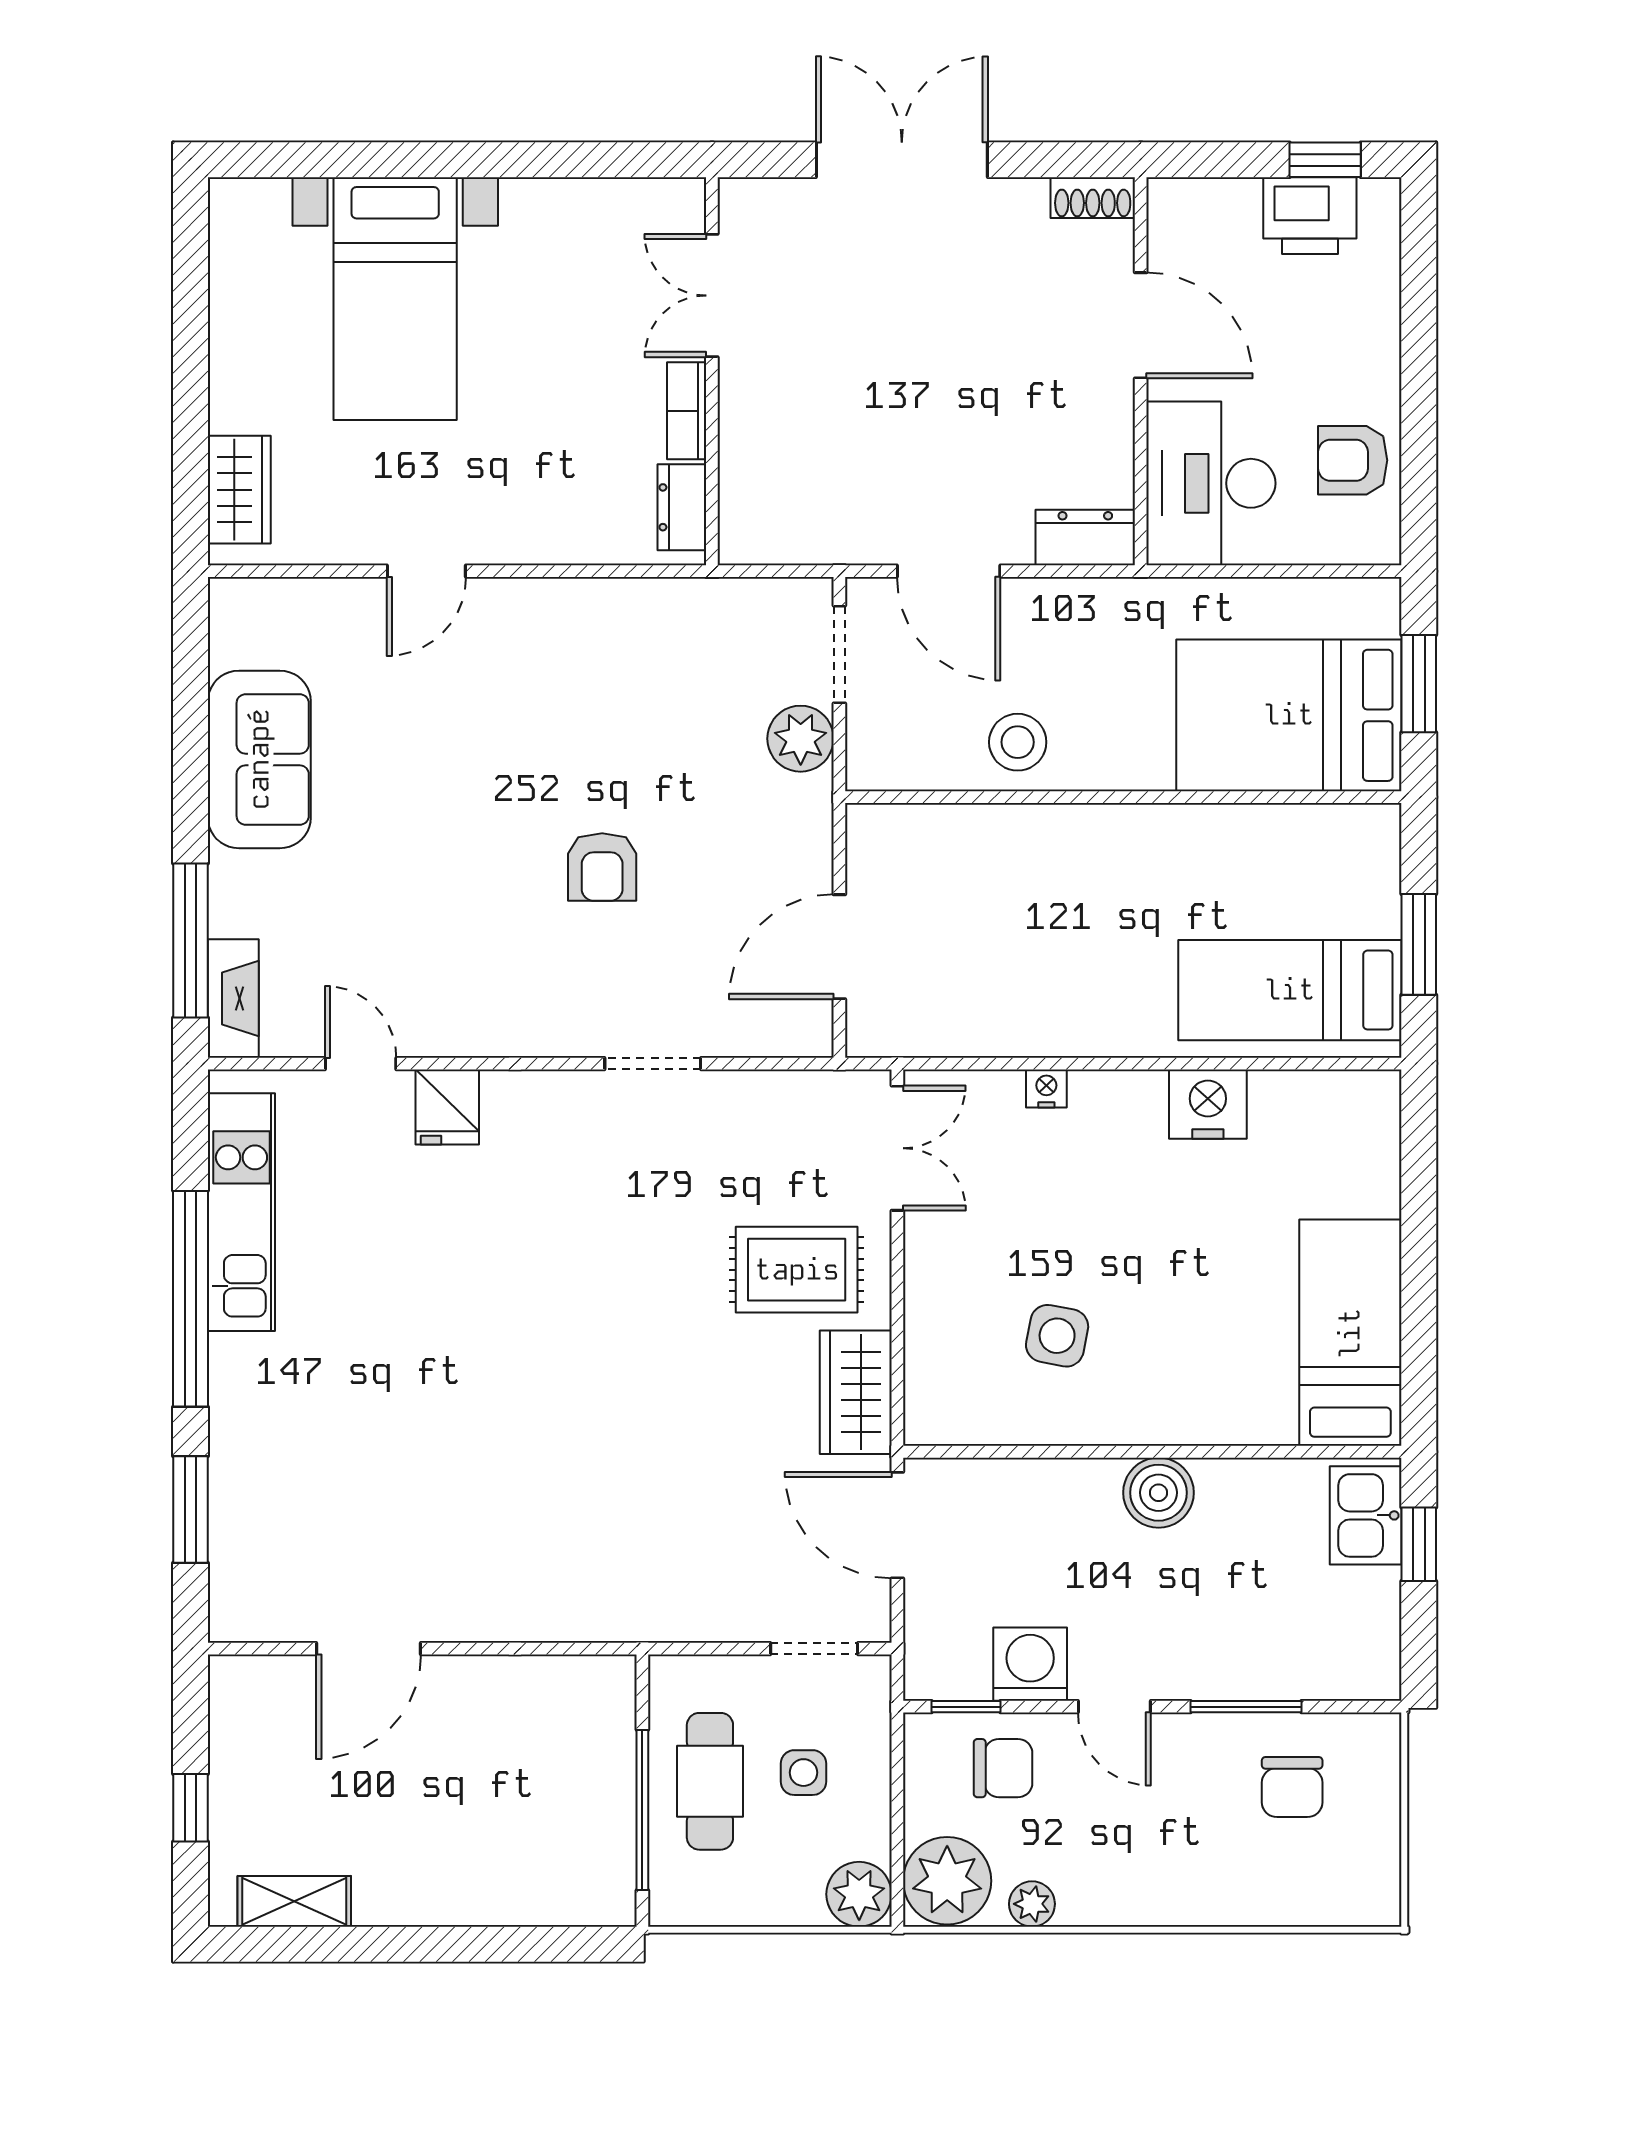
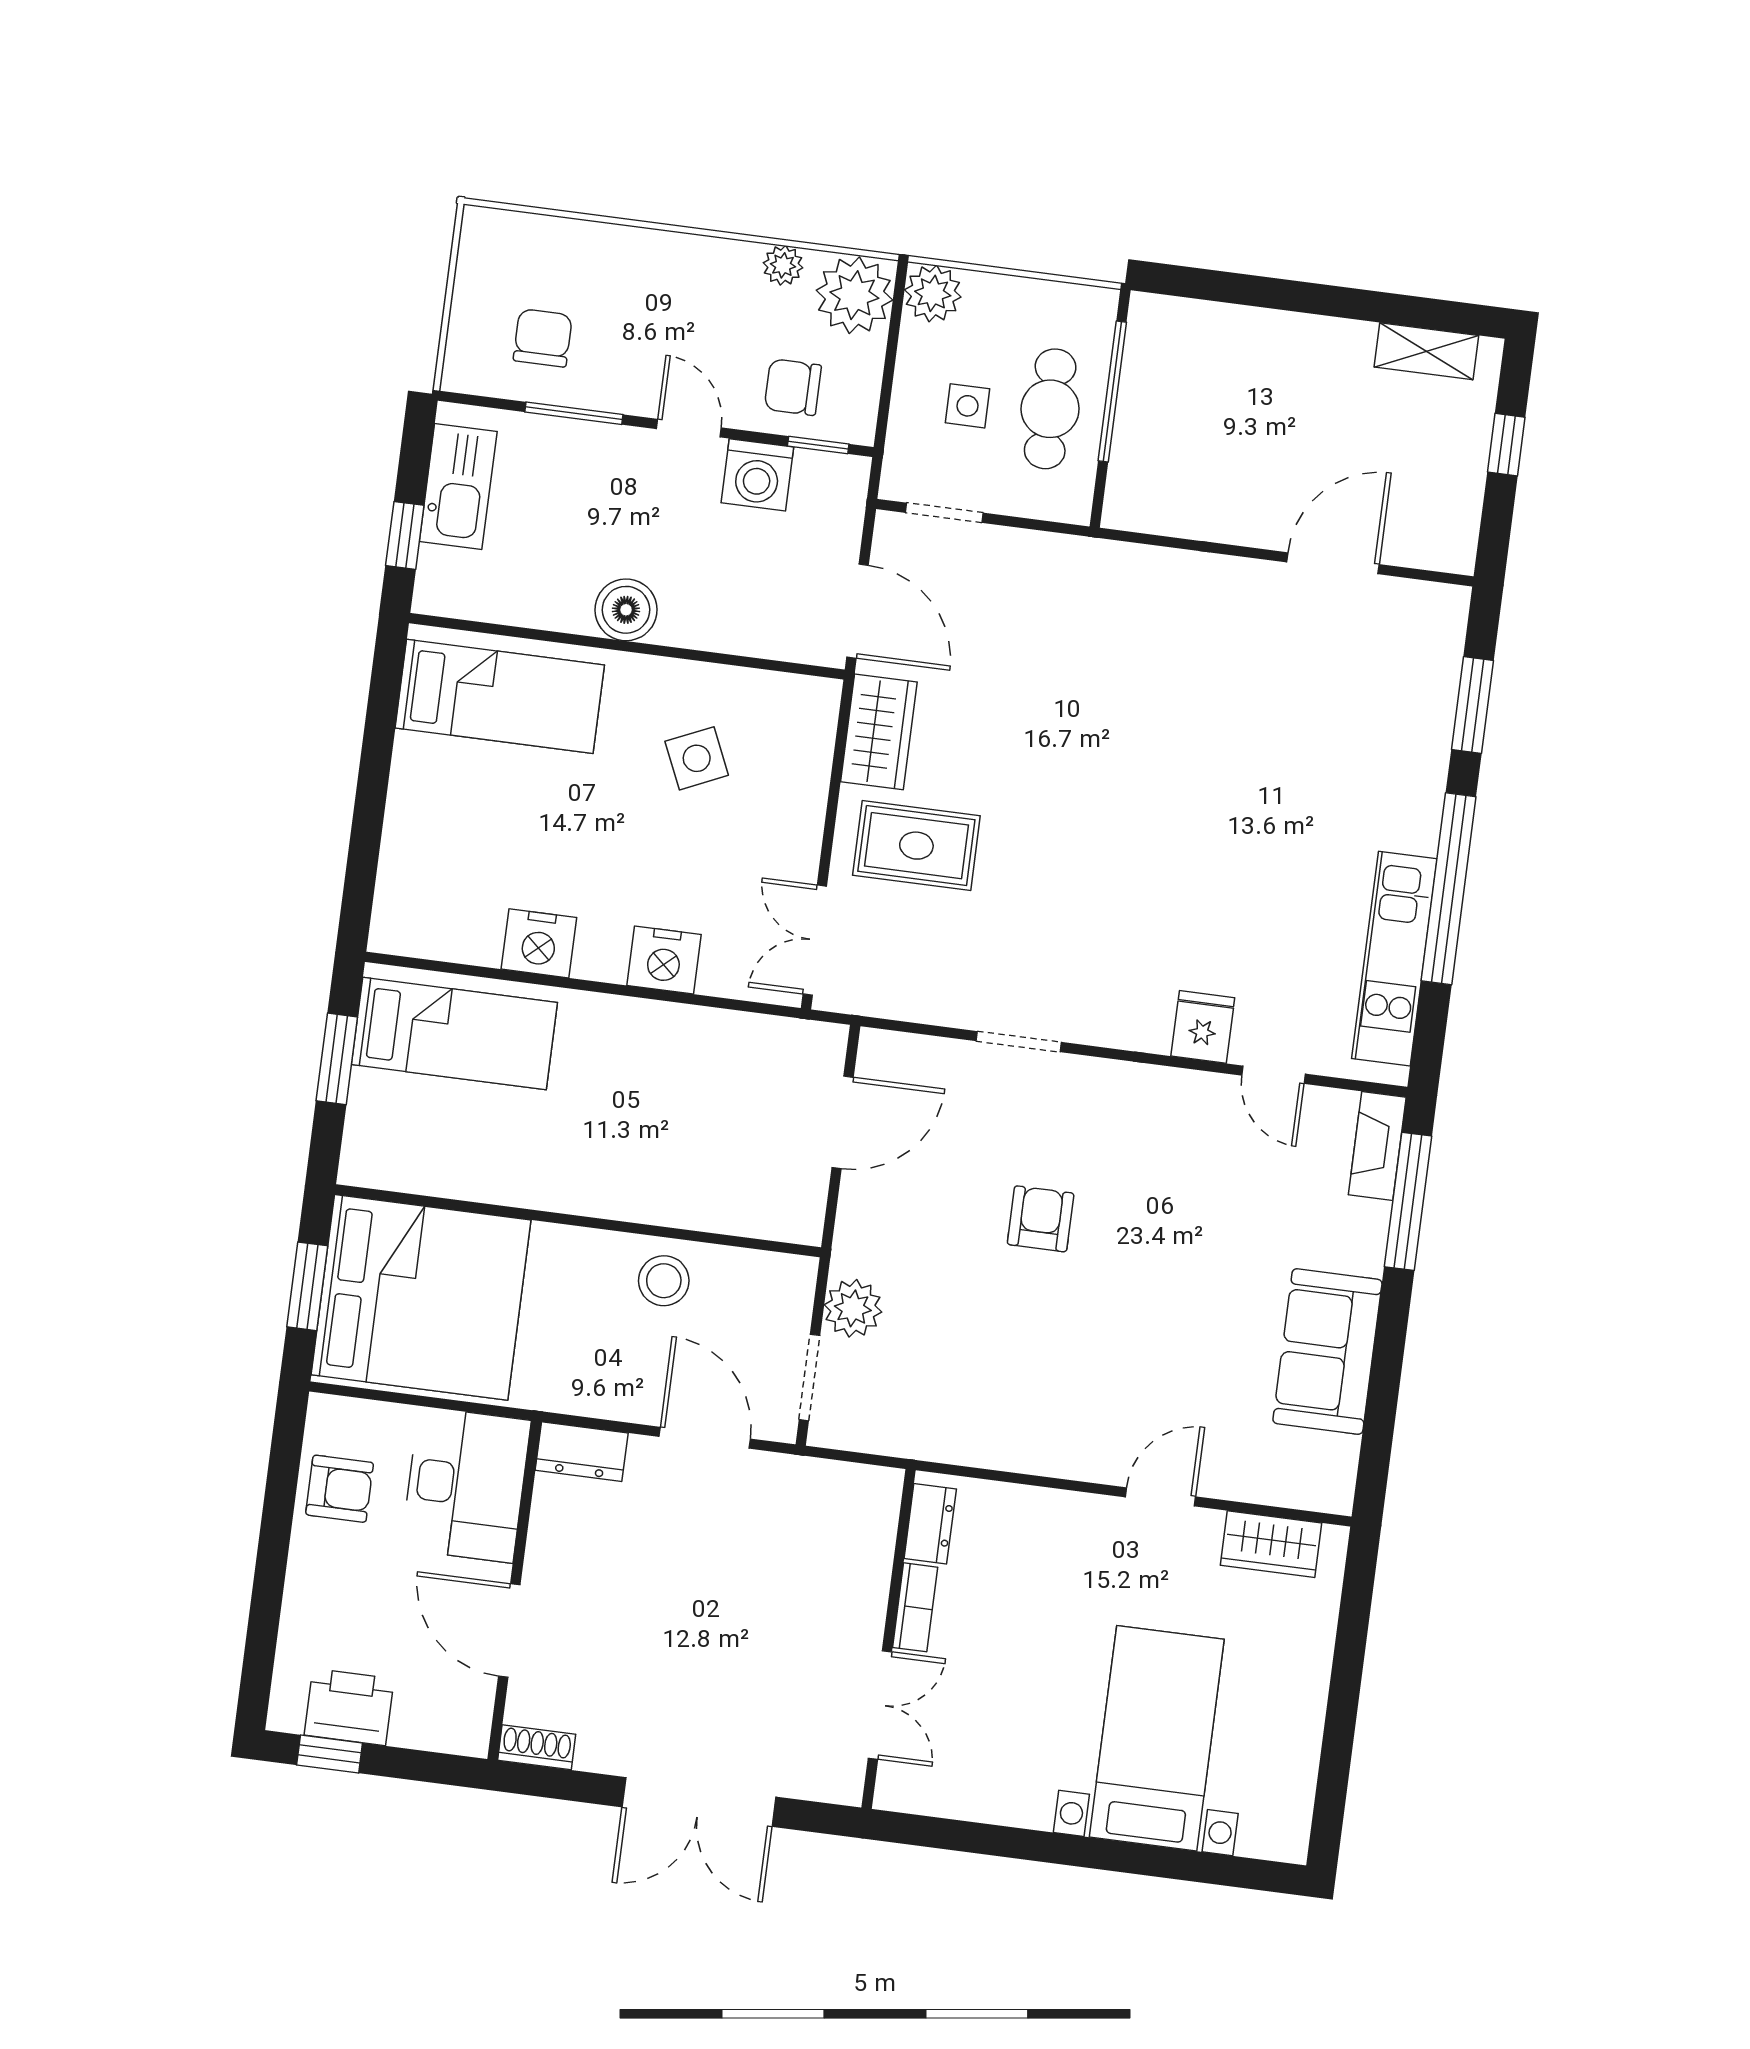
wardrobe: (239, 490) -> (1271, 1544), moved, turned -90
bed: (1289, 715) -> (421, 1297), width x1.36
nightstand: (1046, 1088) -> (664, 960), width x1.89, depth x1.79
bed: (1350, 1333) -> (500, 696), moved, turned -90
side table: (1057, 1336) -> (697, 758), turned -35
kitchen sink: (1366, 1515) -> (458, 487), moved, width x1.38

